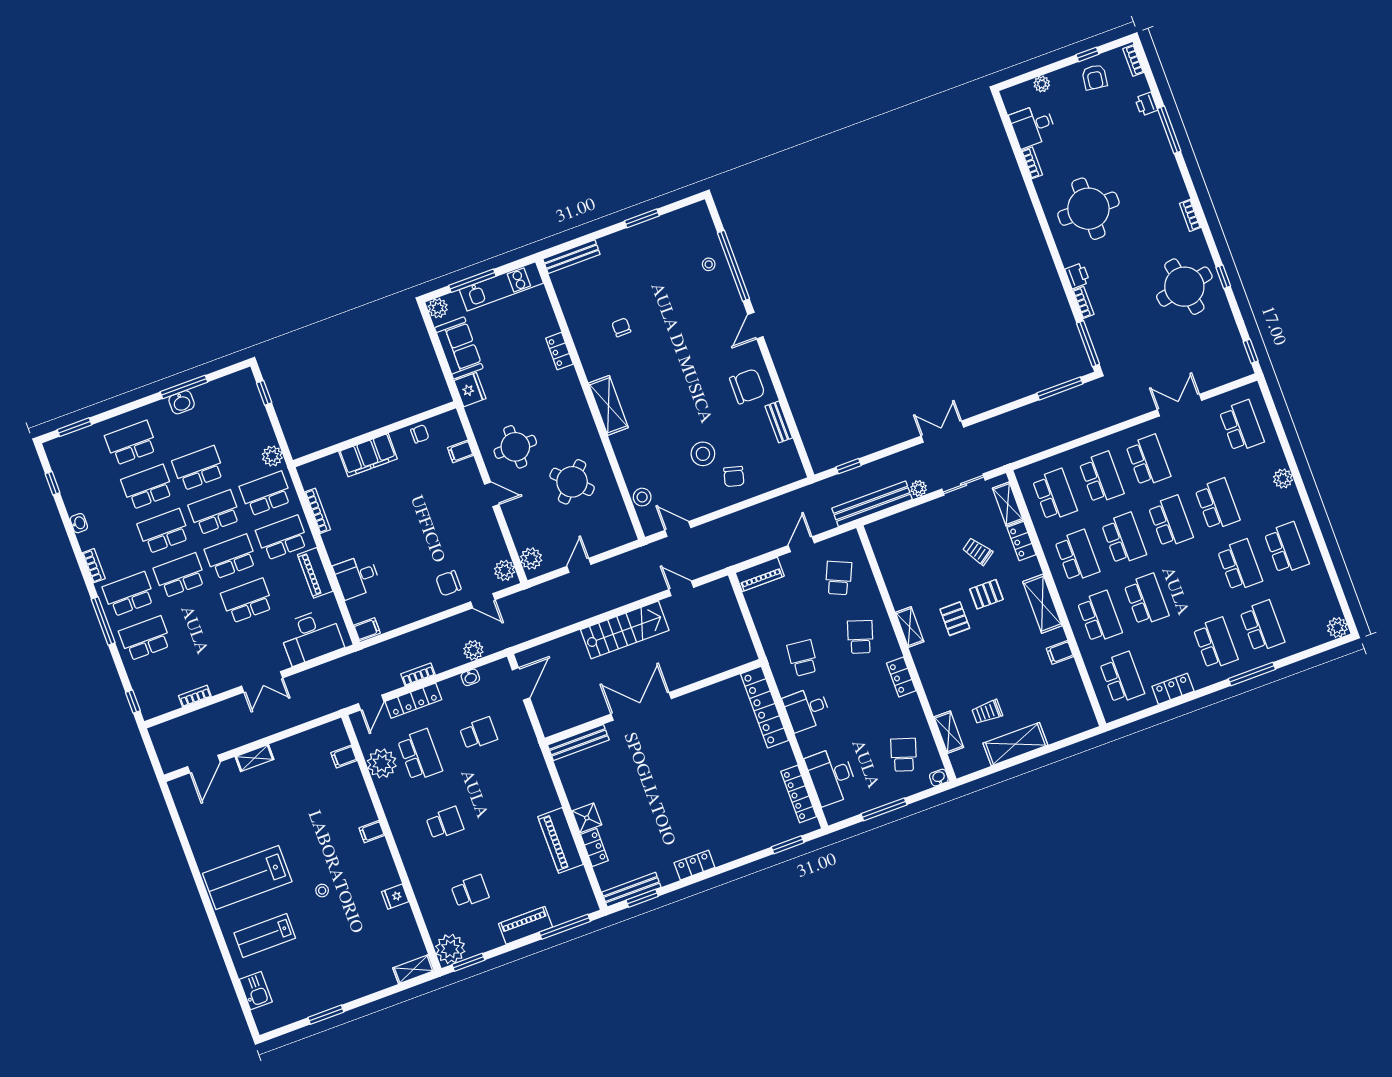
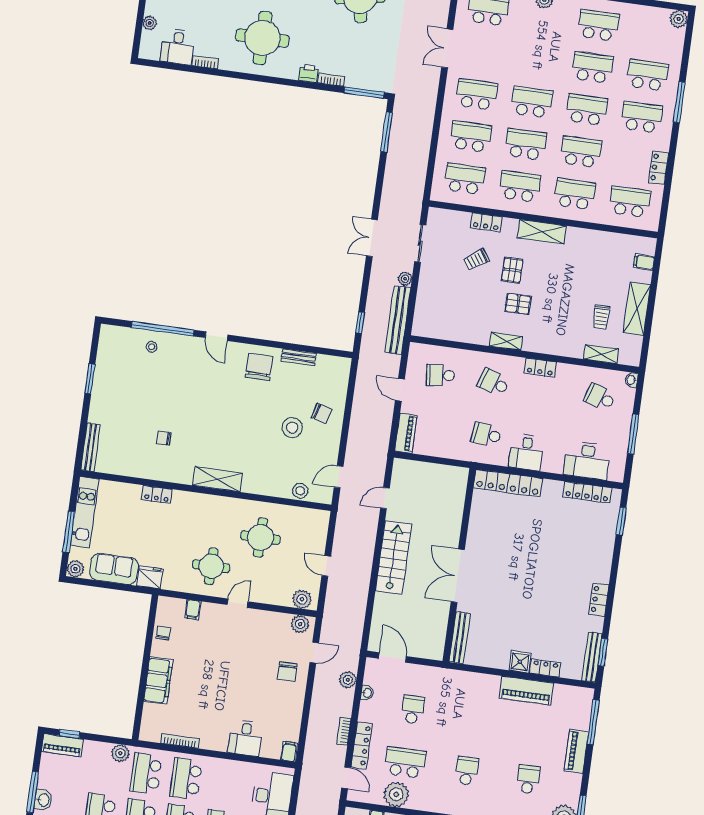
round table: (572, 482) -> (261, 538), turned 45
shelving: (1008, 504) -> (453, 218), removed
school desk: (1217, 504) -> (587, 110), moved
piano: (315, 573) -> (62, 745), moved
school desk: (839, 578) -> (440, 375), turned -30
filing cabinet: (1060, 652) -> (644, 262), moved, turned 90

